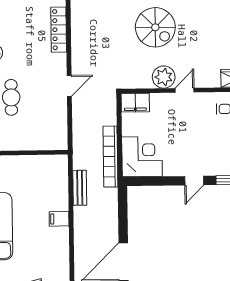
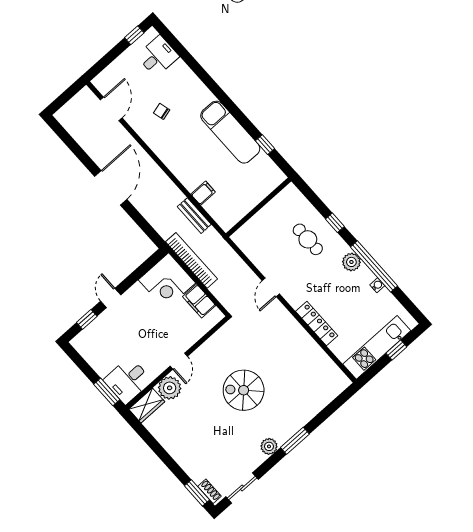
plant: (164, 77) -> (170, 388), moved
filing cabinet: (135, 103) -> (199, 301), moved, turned -90
filing cabinet: (59, 219) -> (203, 193), moved

